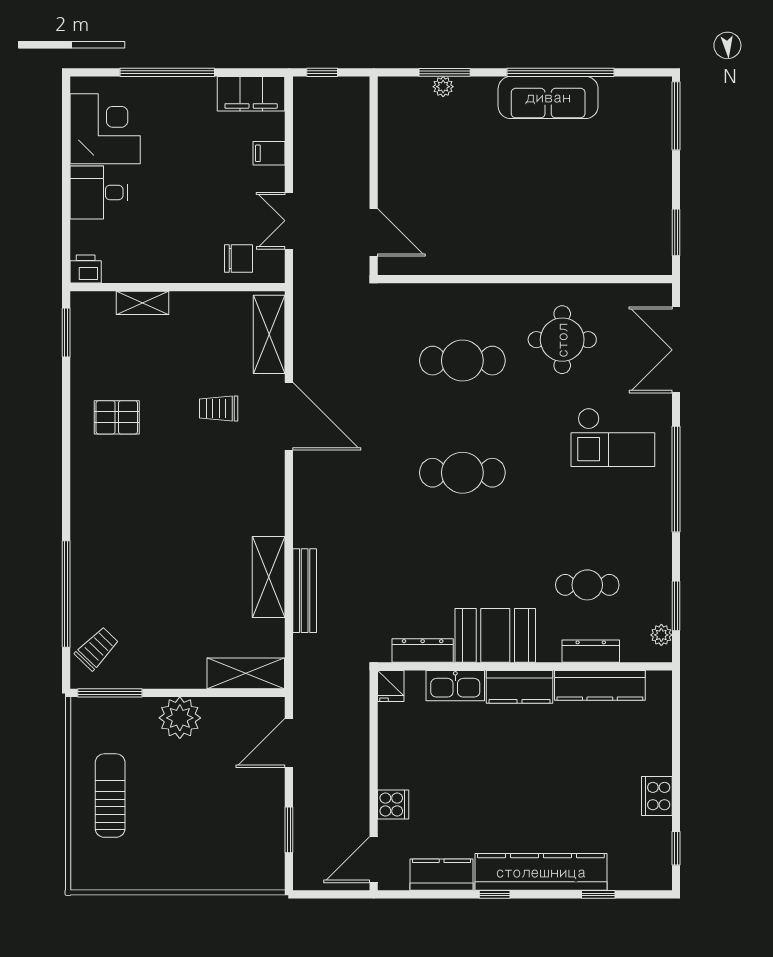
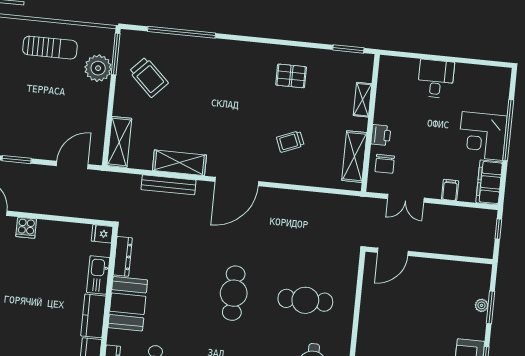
corner desk: (105, 129) -> (482, 136), moved, turned 90
double door: (289, 221) -> (406, 198), swing flipped
printer: (86, 269) -> (381, 135), moved
shelving: (269, 334) -> (354, 157), moved, turned 90
cafe table: (462, 361) -> (305, 300), turned 90
trolley: (219, 409) -> (290, 141), turned -112
door: (289, 416) -> (237, 181), moved
pallet: (117, 417) -> (291, 76), turned 90
trolley: (97, 649) -> (149, 77), moved, width x1.36, depth x1.39
plant: (180, 718) -> (98, 68), moved
door: (289, 743) -> (72, 165), hinge flipped

